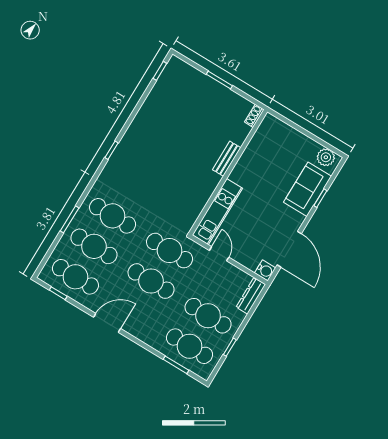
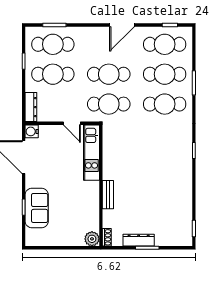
dresser: (223, 93) -> (139, 240), added
plant: (326, 157) -> (92, 239), moved

